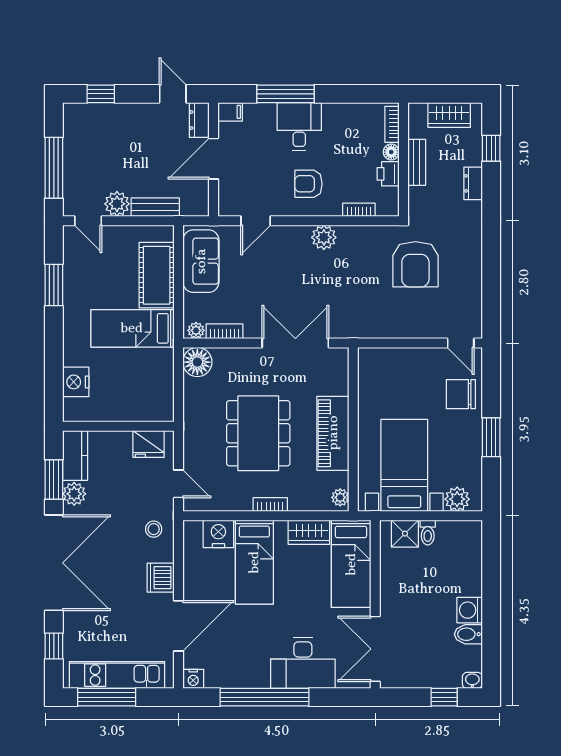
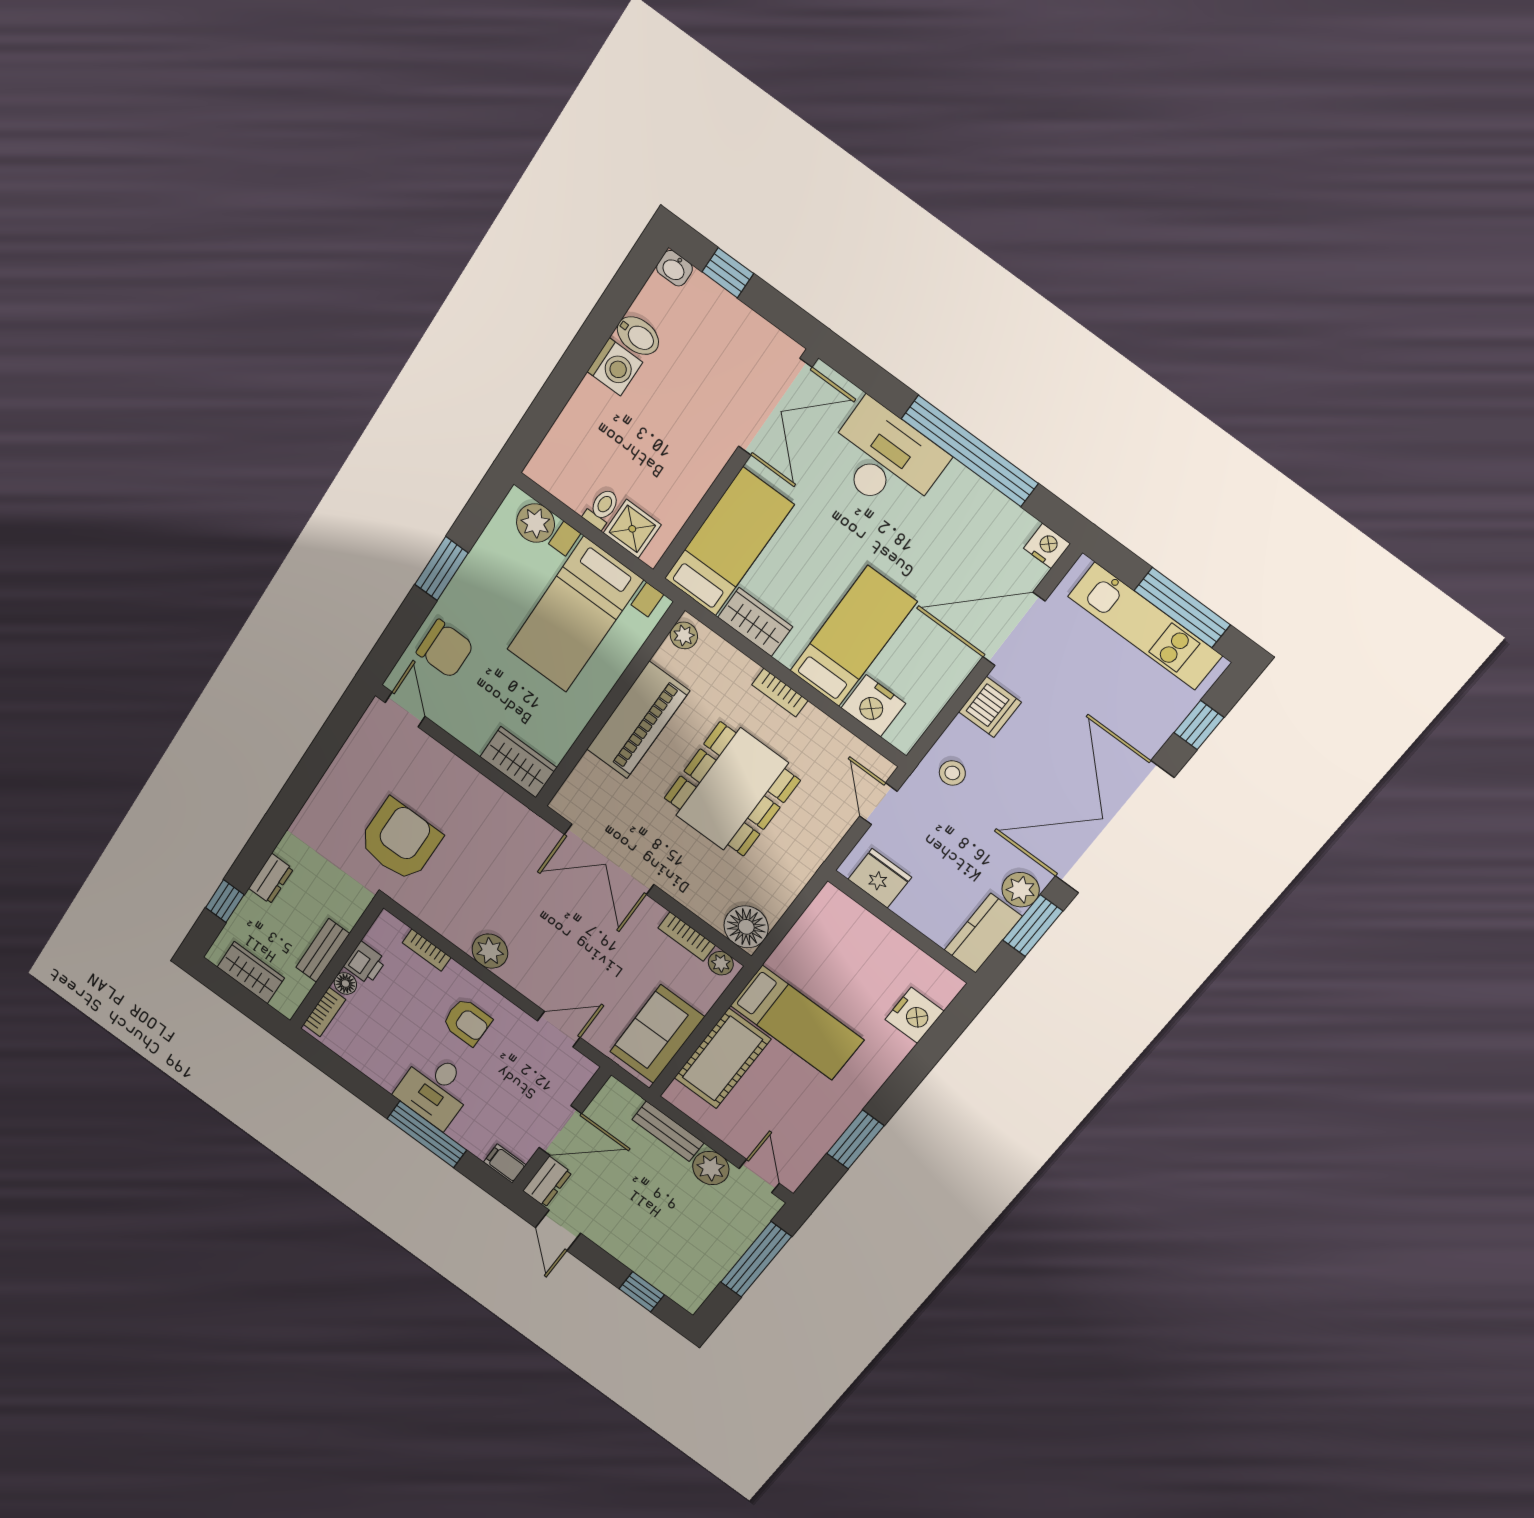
wardrobe: (380, 361) -> (518, 762), added

